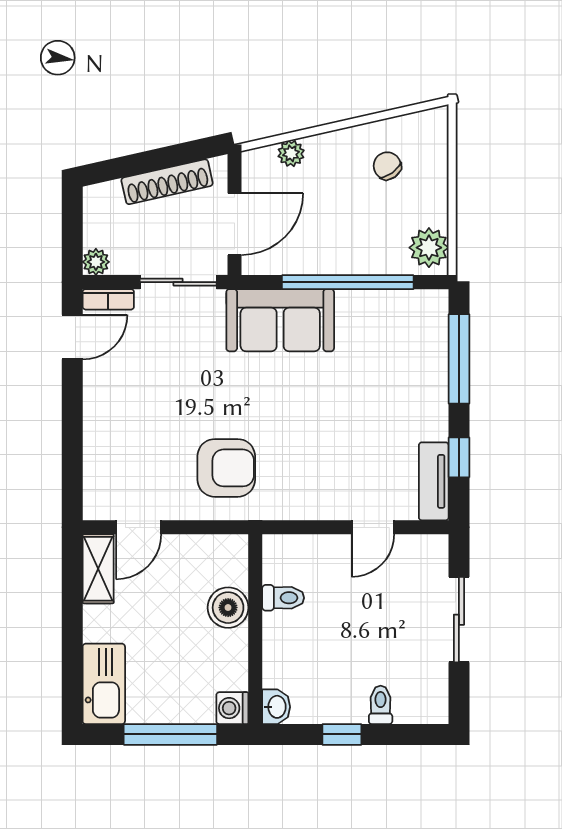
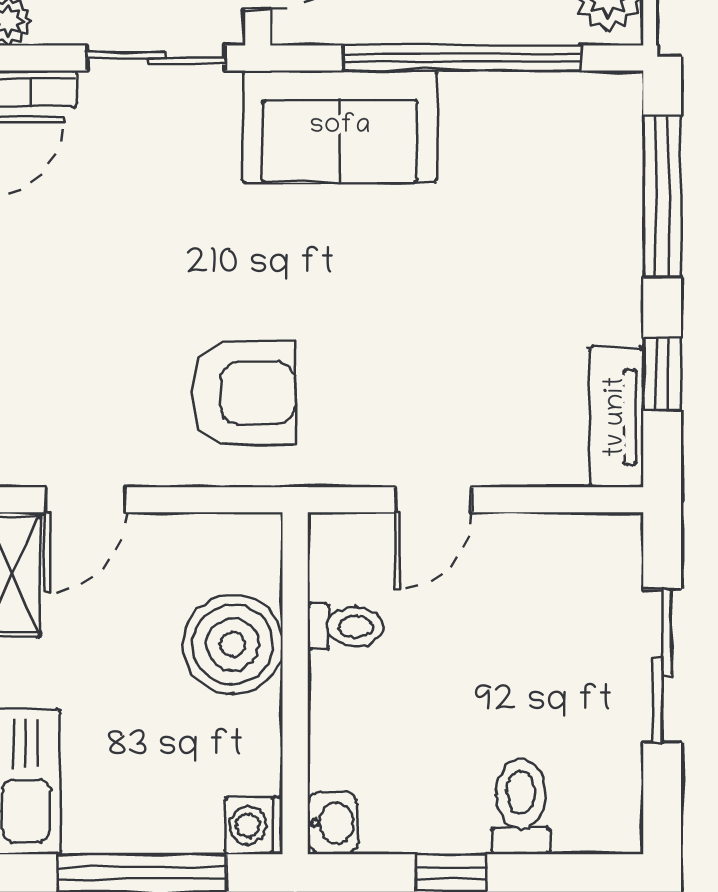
door: (373, 527) -> (433, 500), moved
boiler: (228, 608) -> (233, 644), width x1.37, depth x1.37
toilet: (381, 705) -> (521, 806), width x1.37, depth x1.39

